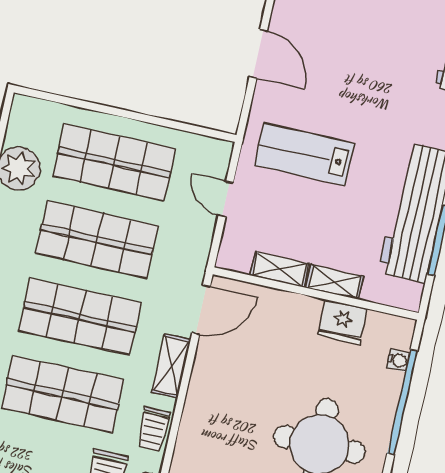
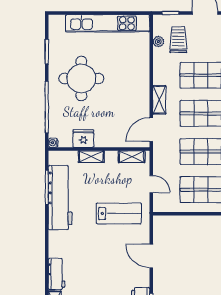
shelving: (280, 269) -> (132, 157), moved
water cooler: (398, 360) -> (53, 143), moved
trolley: (153, 429) -> (161, 68), removed

